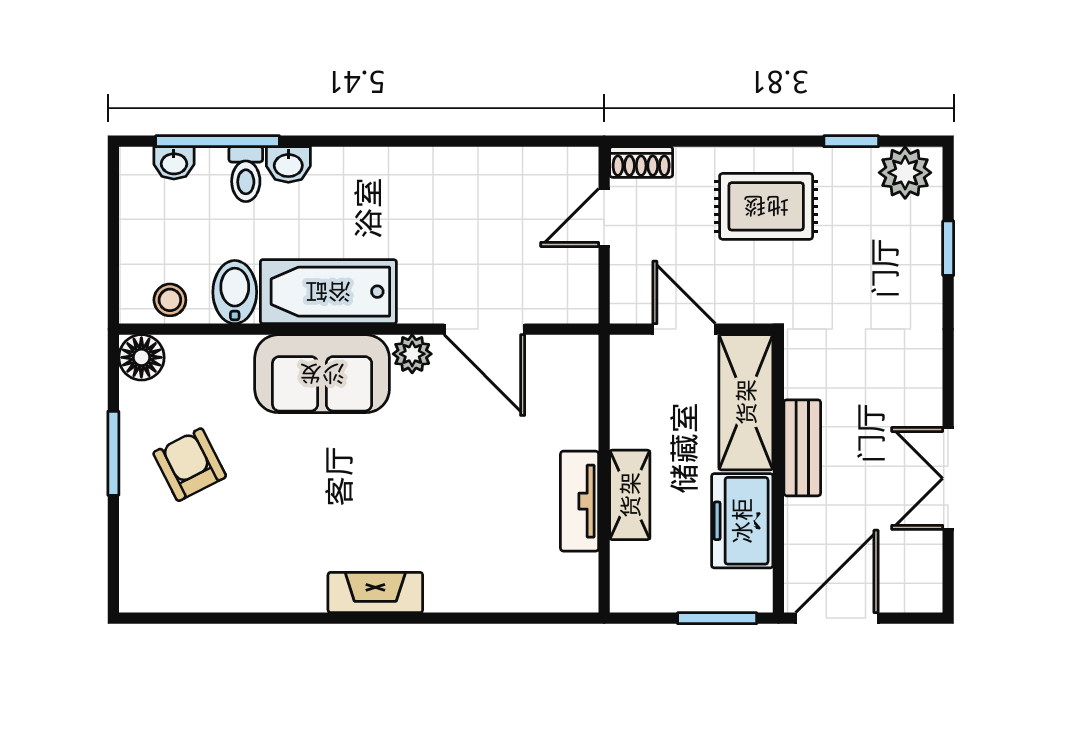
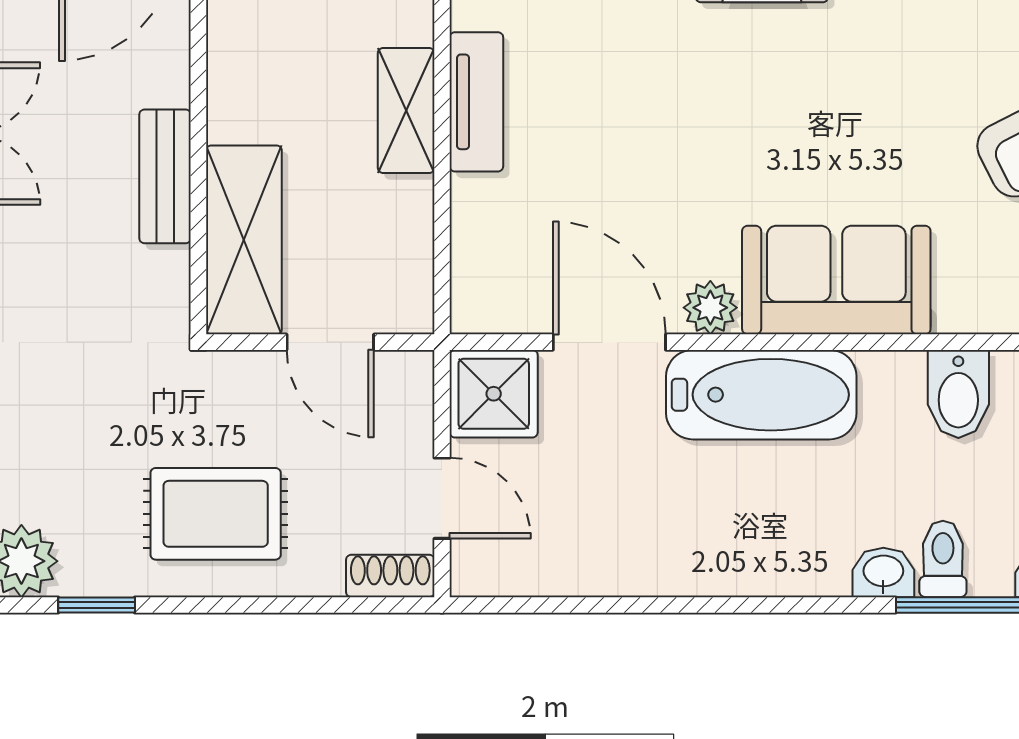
door: (604, 218) -> (442, 498), hinge flipped
bathtub: (328, 292) -> (761, 395), moved
shower: (567, 292) -> (494, 394), added
freezer: (742, 521) -> (249, 74), removed

